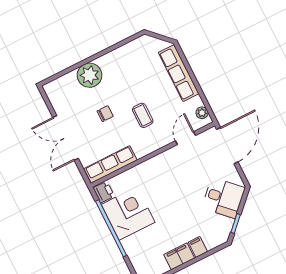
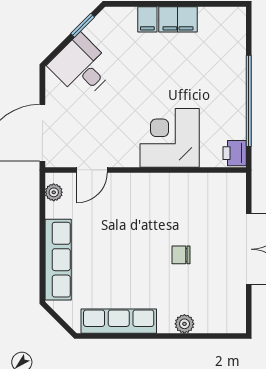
plant: (90, 75) -> (184, 324), width x0.53, depth x0.53
coffee table: (143, 115) -> (133, 228), removed
row of seats: (111, 164) -> (119, 321), moved, turned 180
corner desk: (128, 213) -> (170, 138), moved, turned 90

